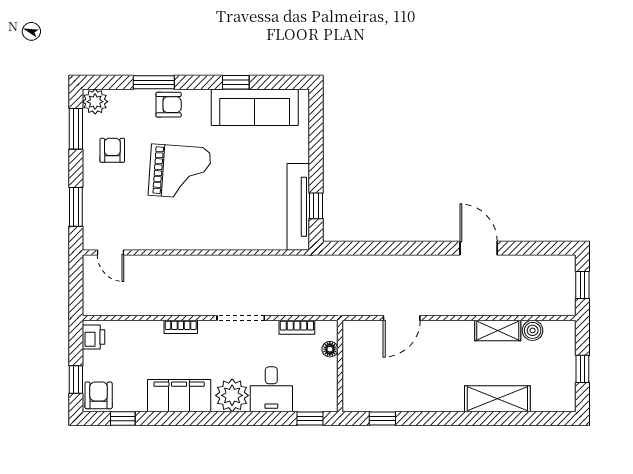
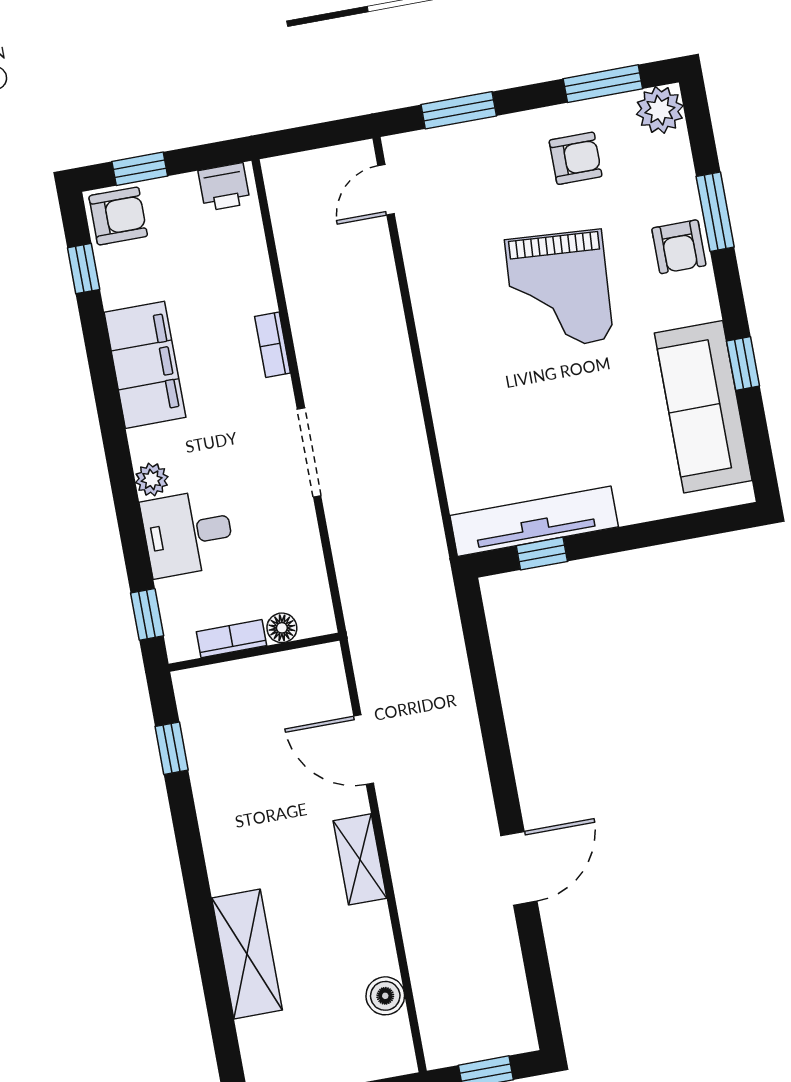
bookcase: (297, 327) -> (231, 639), moved, turned 90
shelving: (498, 331) -> (360, 859), moved
plant: (232, 395) -> (152, 480), width x0.53, depth x0.53

